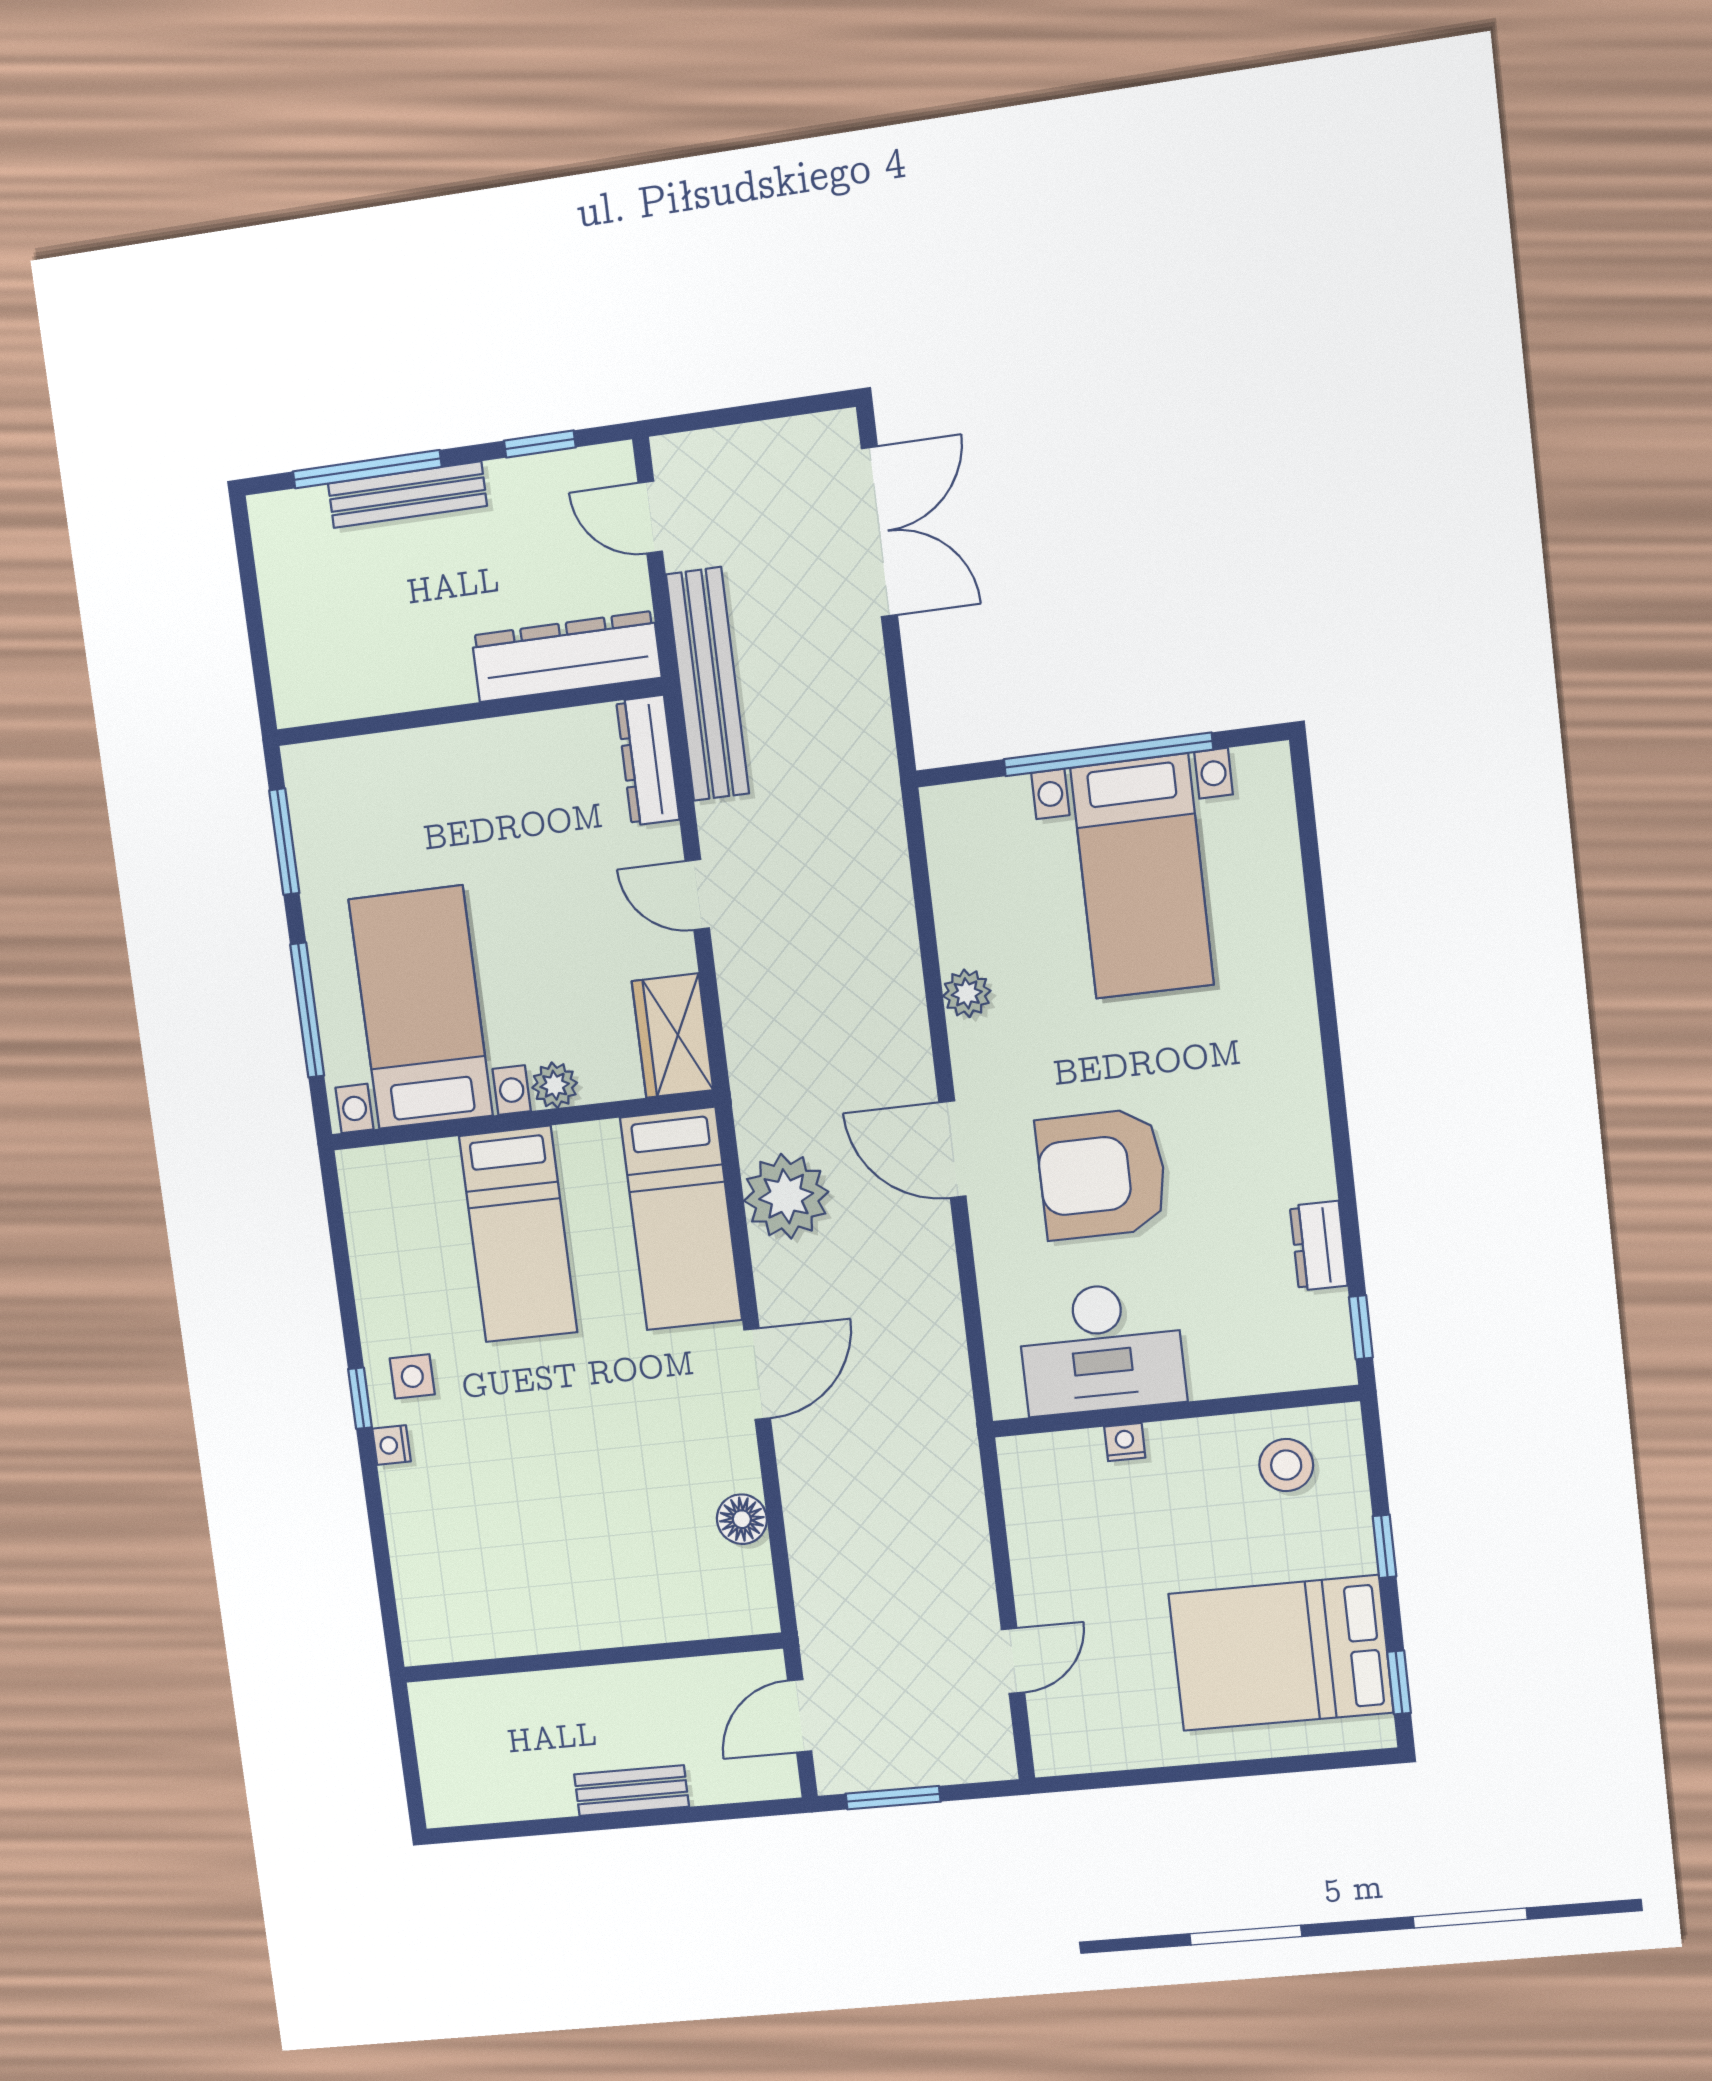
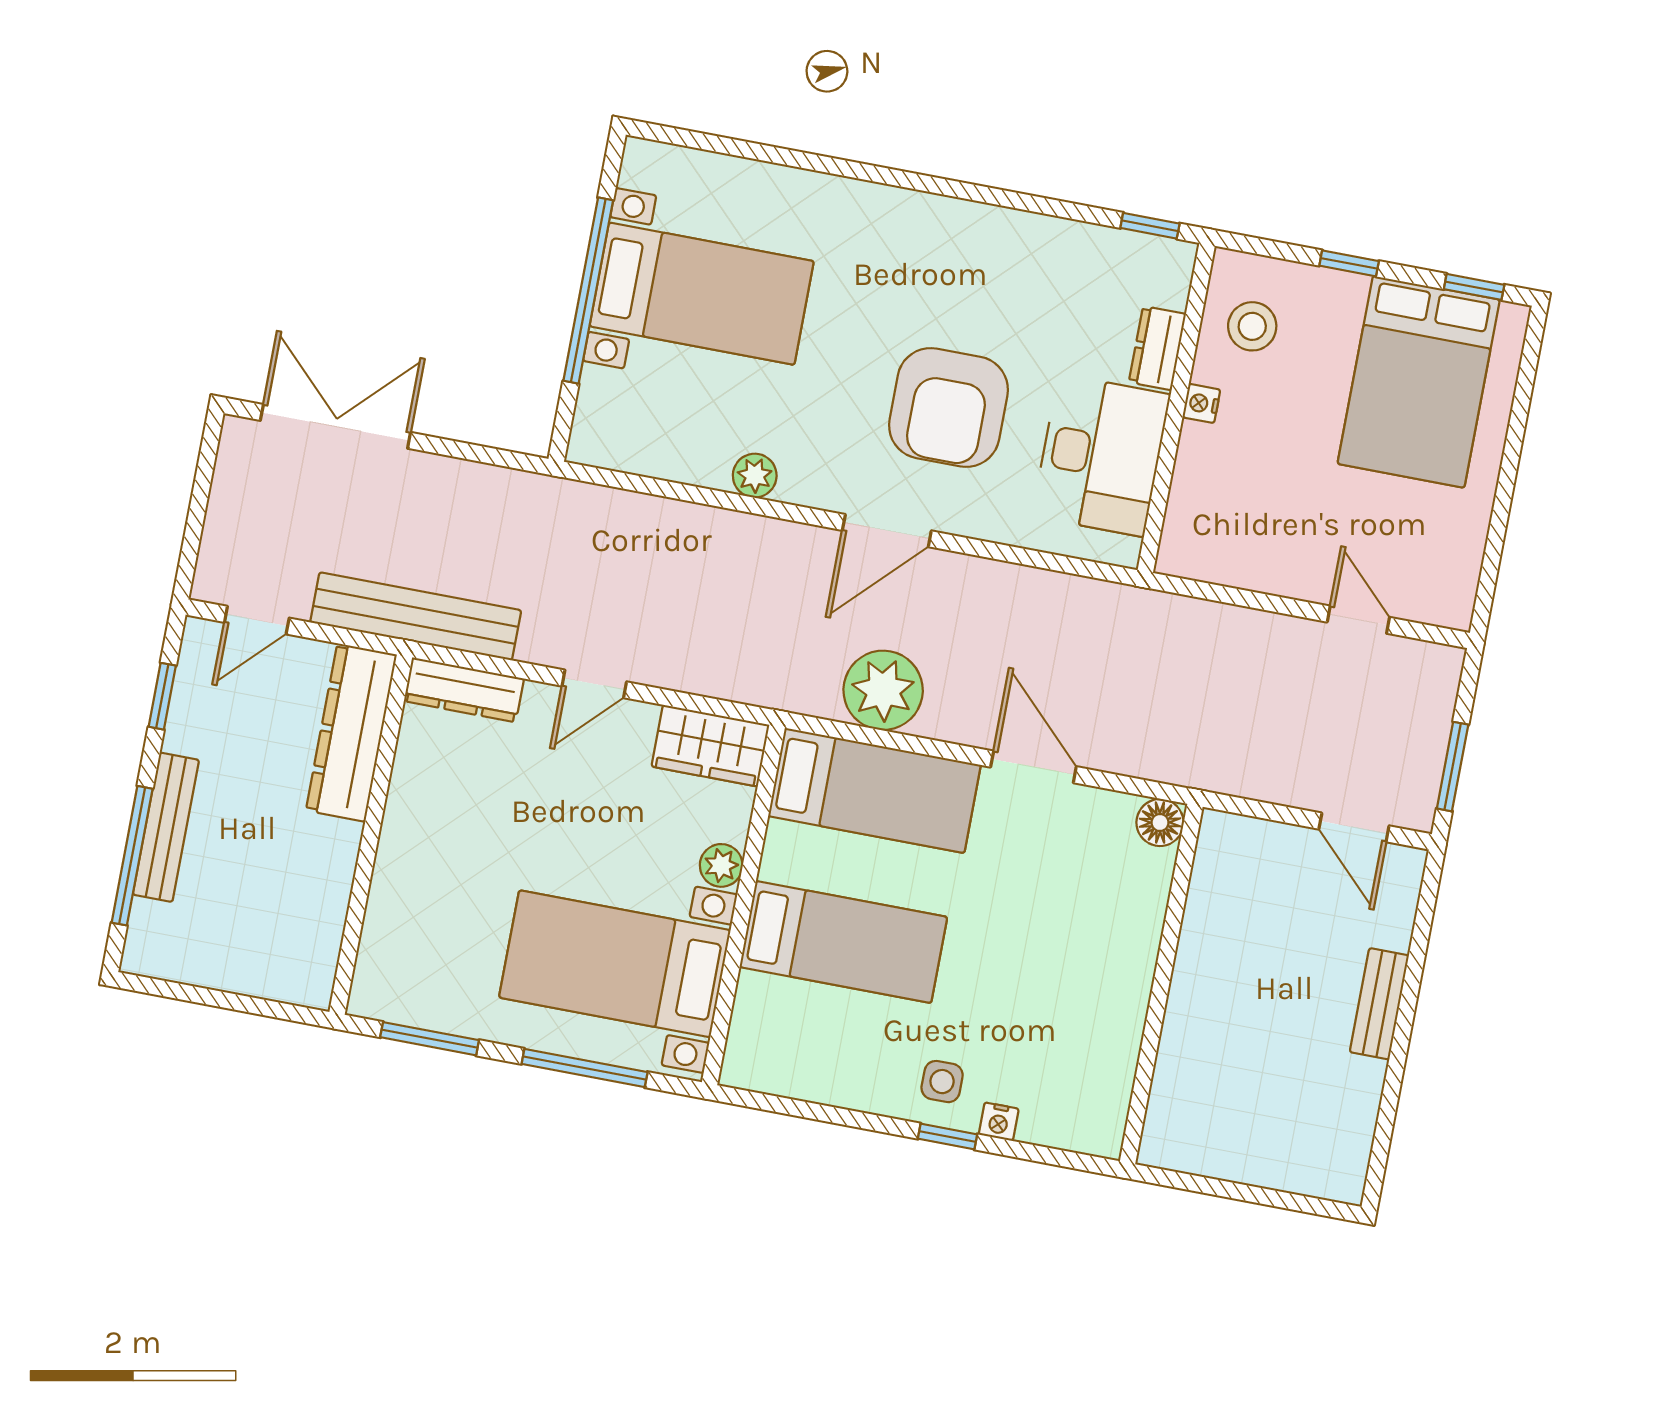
dresser: (1319, 1246) -> (1157, 348), moved, turned 90
nightstand: (1125, 1442) -> (1201, 403), moved
wall: (592, 1658) -> (1161, 984), moved

